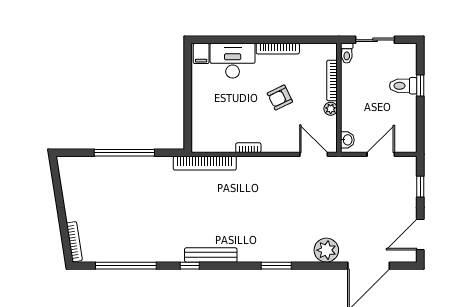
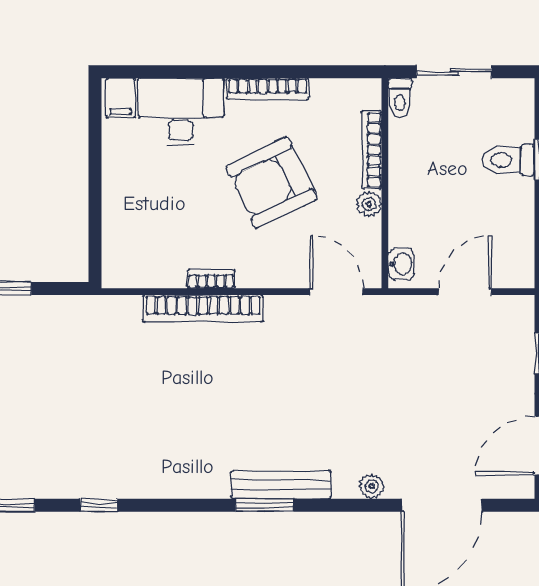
armchair: (280, 98) -> (272, 183), width x1.88, depth x1.88
bookcase: (205, 163) -> (203, 308), moved
plant: (326, 250) -> (372, 486), width x0.53, depth x0.53
bench: (211, 255) -> (281, 485), moved

